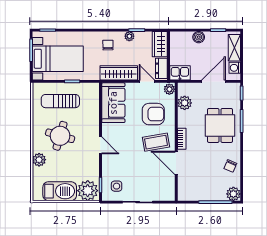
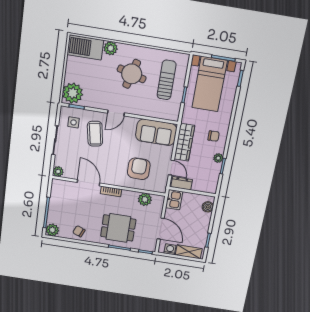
boiler: (199, 37) -> (208, 207), moved
wardrobe: (160, 44) -> (205, 185), removed
door: (147, 81) -> (171, 168), hinge flipped
plant: (169, 89) -> (58, 172), moved
armchair: (153, 114) -> (139, 169), turned 180
coffee table: (156, 142) -> (95, 134), moved
door: (176, 163) -> (89, 183), hinge flipped
barbecue: (60, 191) -> (85, 47), moved, turned 90

